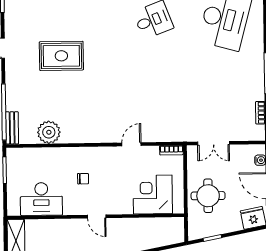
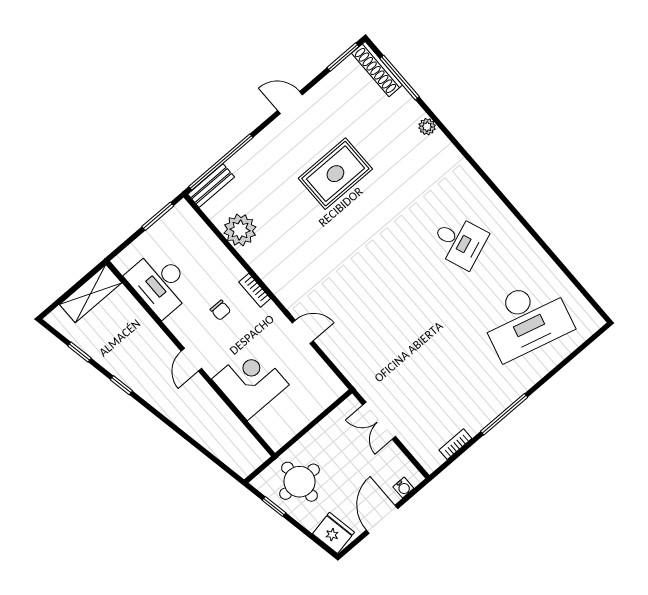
rug: (61, 56) -> (335, 174), turned 90
bookcase: (171, 150) -> (255, 290), moved
corner desk: (153, 195) -> (250, 382), moved
round table: (208, 196) -> (300, 482), moved

